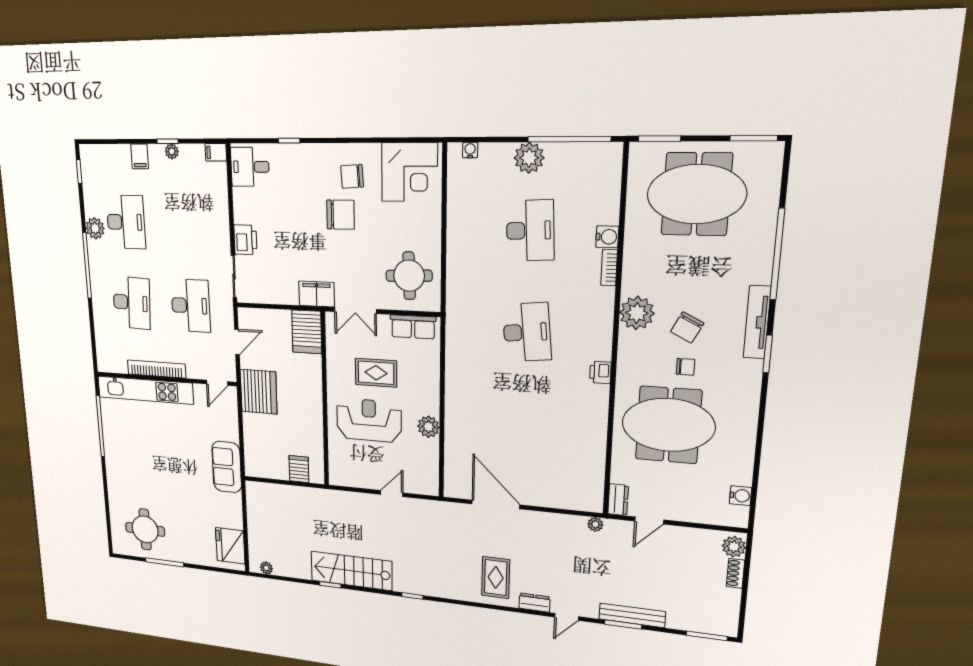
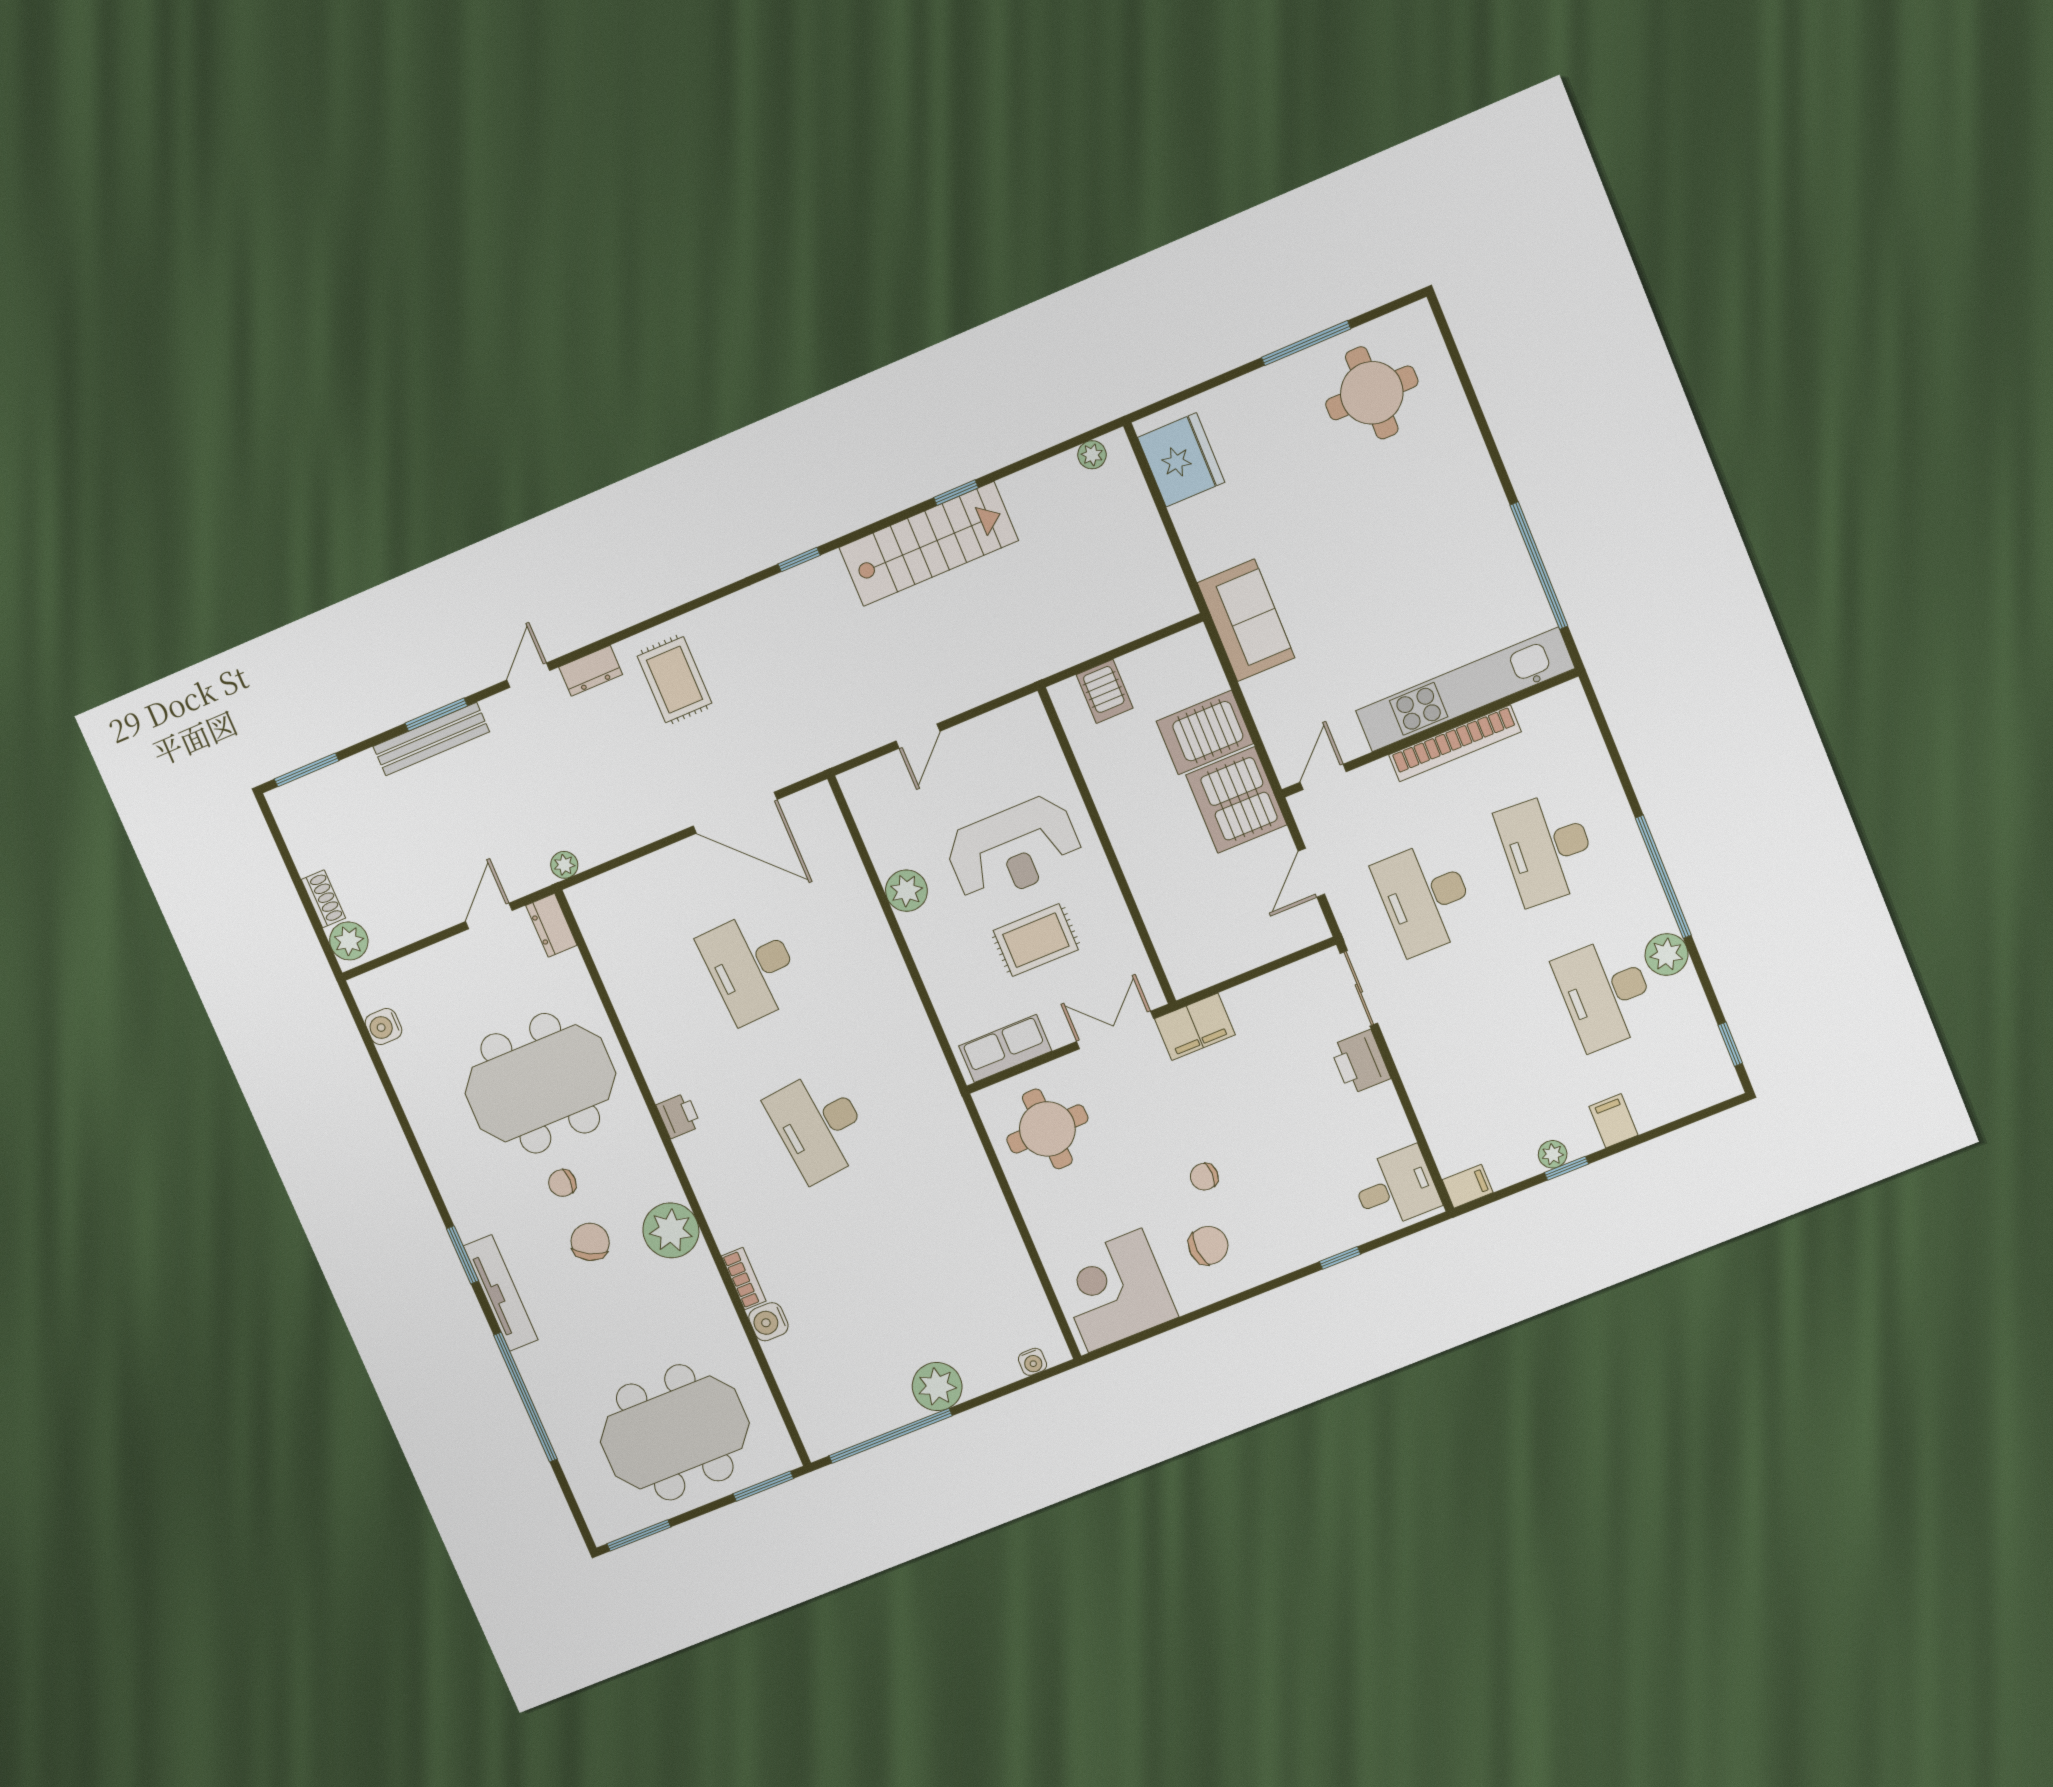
chair: (340, 215) -> (1204, 1177), width x0.54, depth x0.54
desk: (530, 230) -> (751, 967), moved
server rack: (307, 332) -> (1205, 732), moved, turned -90

